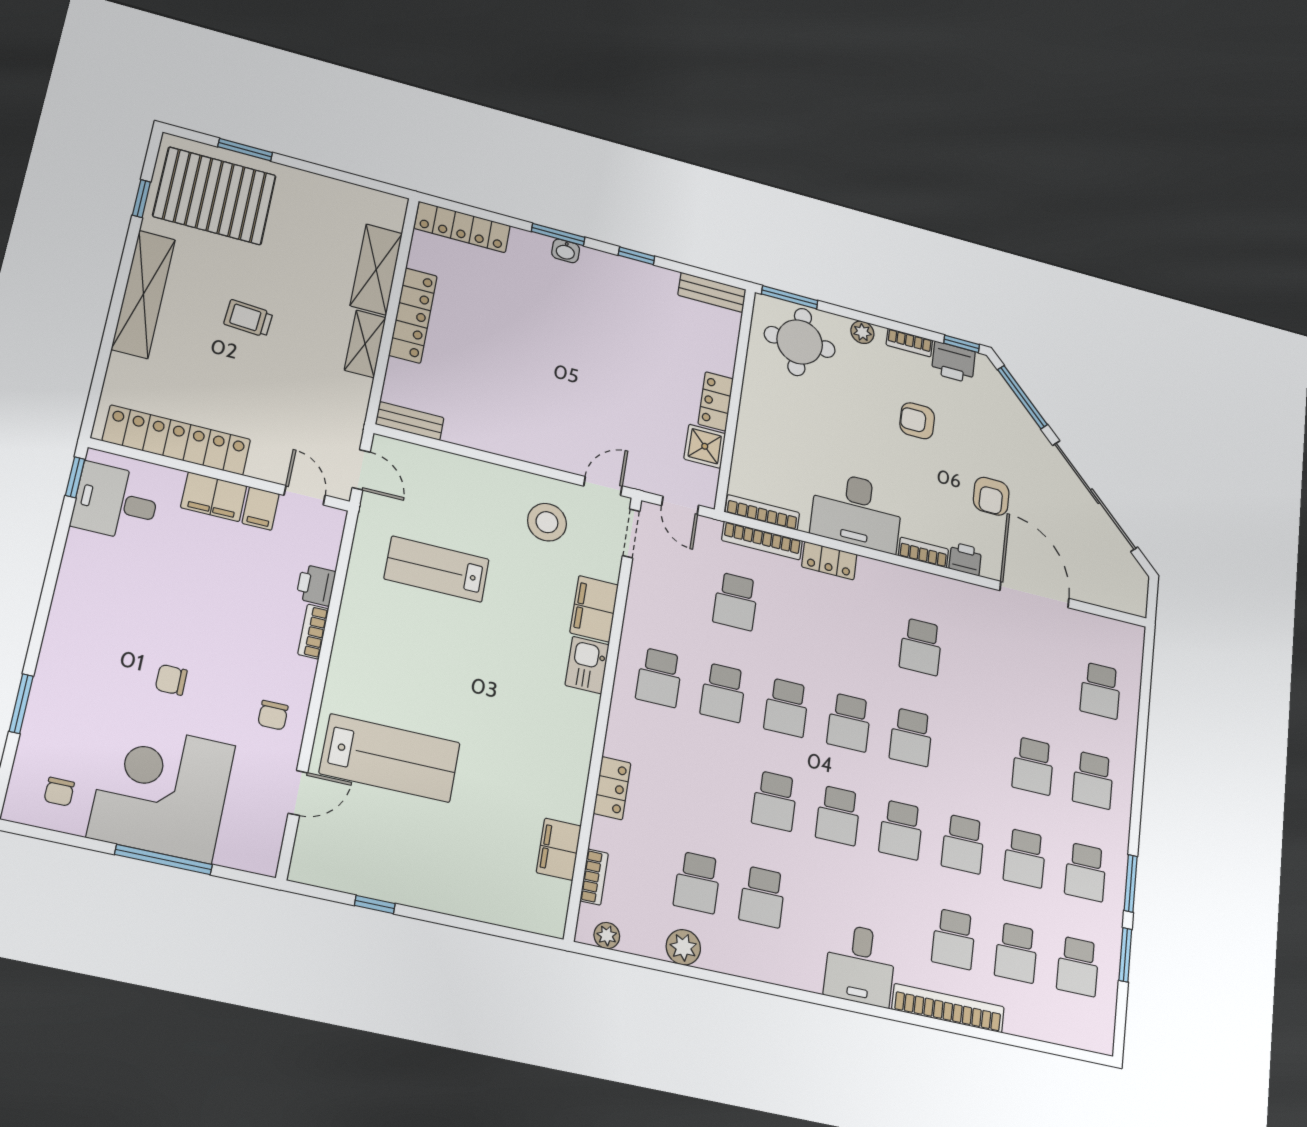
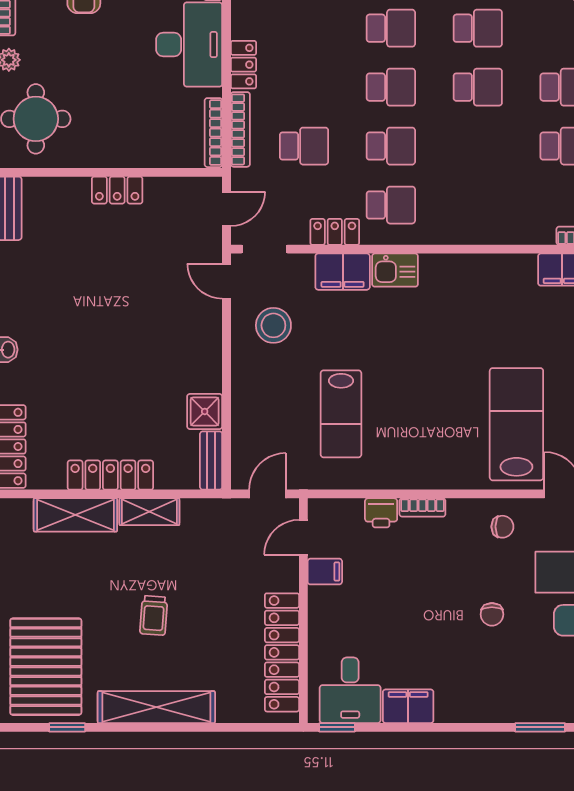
shower: (705, 446) -> (205, 411), moved
filing cabinet: (214, 497) -> (408, 706), moved, turned -90
locker: (612, 788) -> (335, 232), moved

